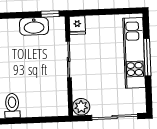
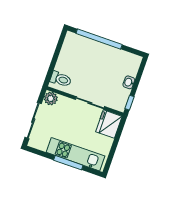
fridge: (77, 25) -> (109, 124), width x1.88, depth x1.34
washbasin: (34, 26) -> (129, 82), width x0.52, depth x0.69
toilet: (12, 106) -> (61, 79), moved

